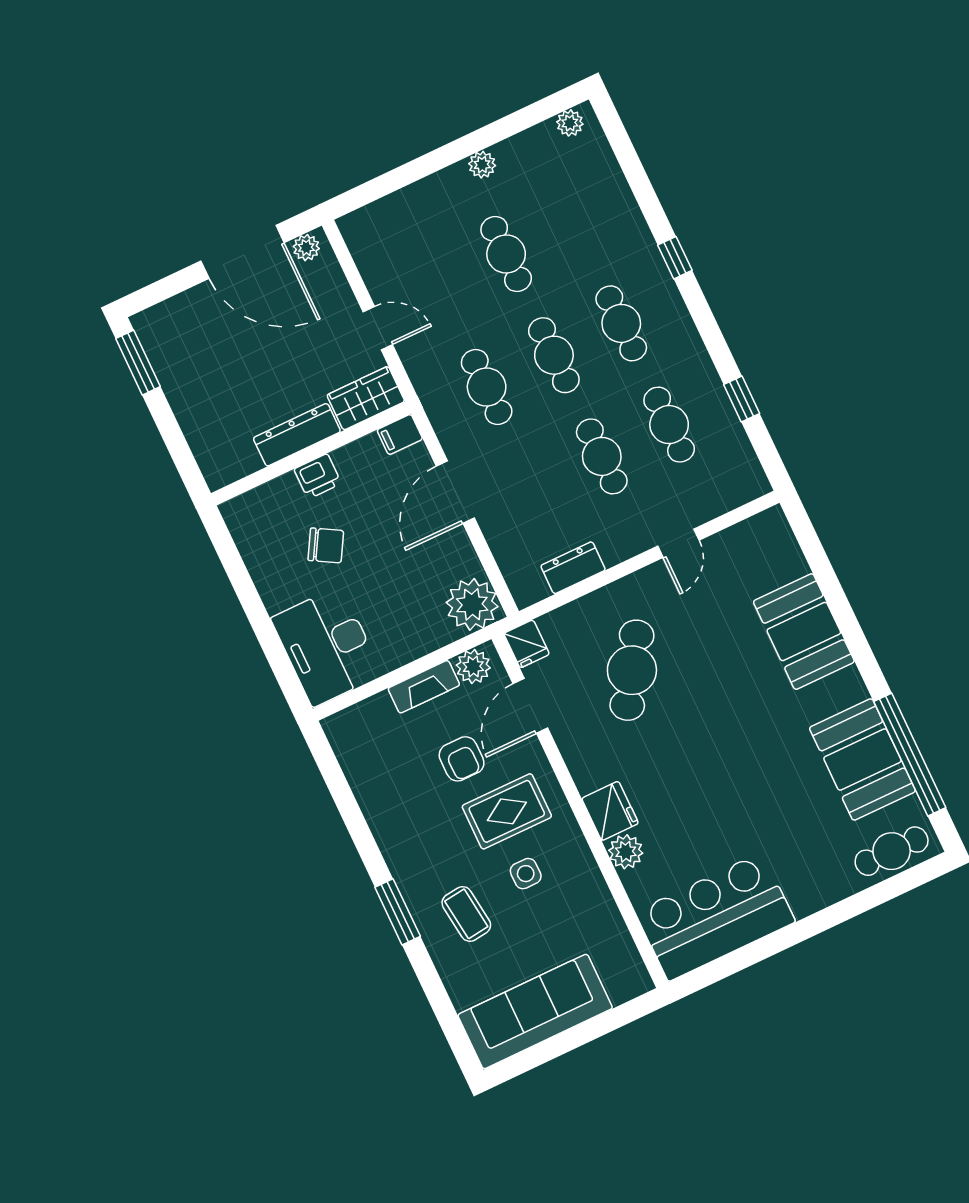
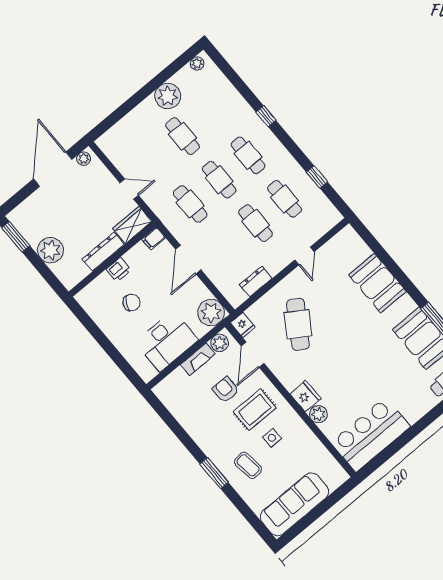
plant: (482, 165) -> (168, 96), width x1.88, depth x1.88
door: (242, 252) -> (53, 169), swing flipped
plant: (197, 406) -> (50, 250), added
desk: (327, 646) -> (167, 341), moved, turned -90
armchair: (462, 759) -> (226, 390), turned 180

